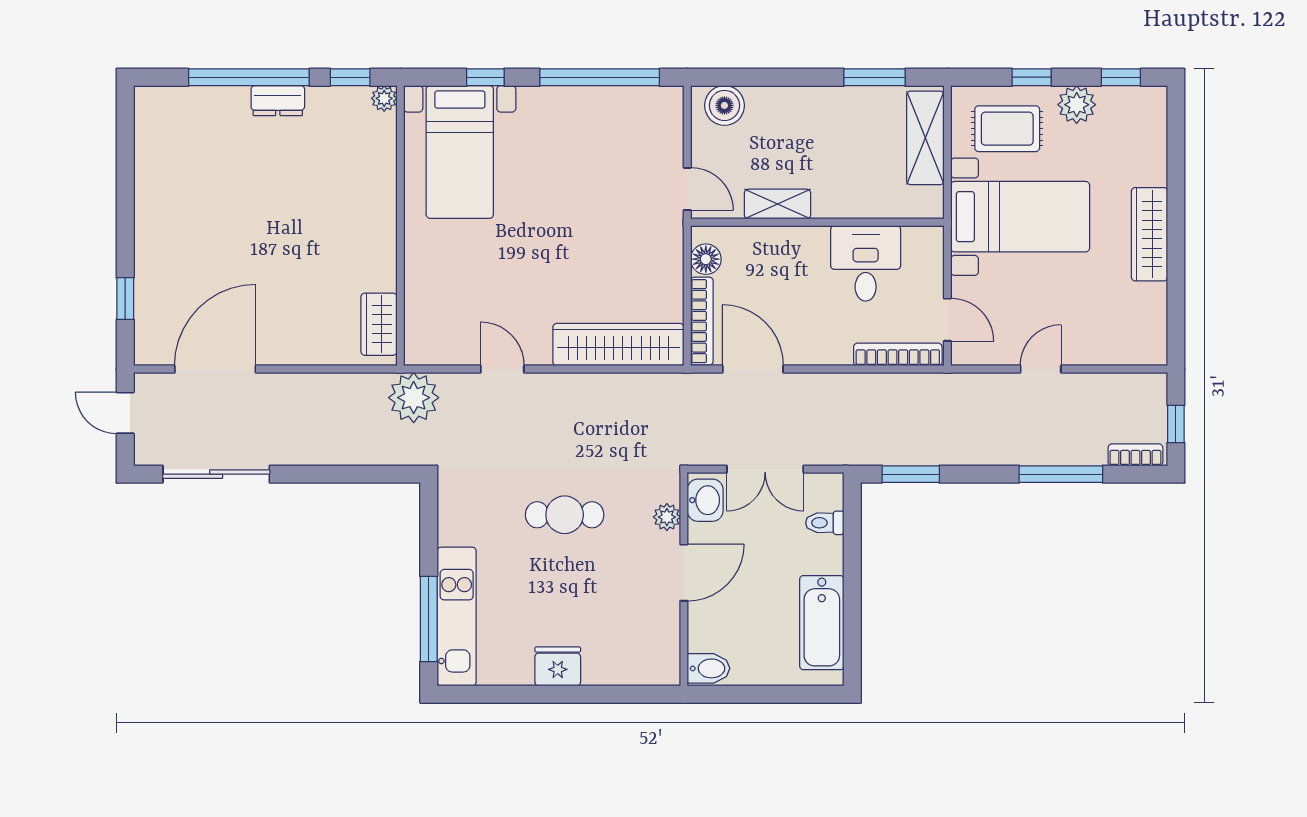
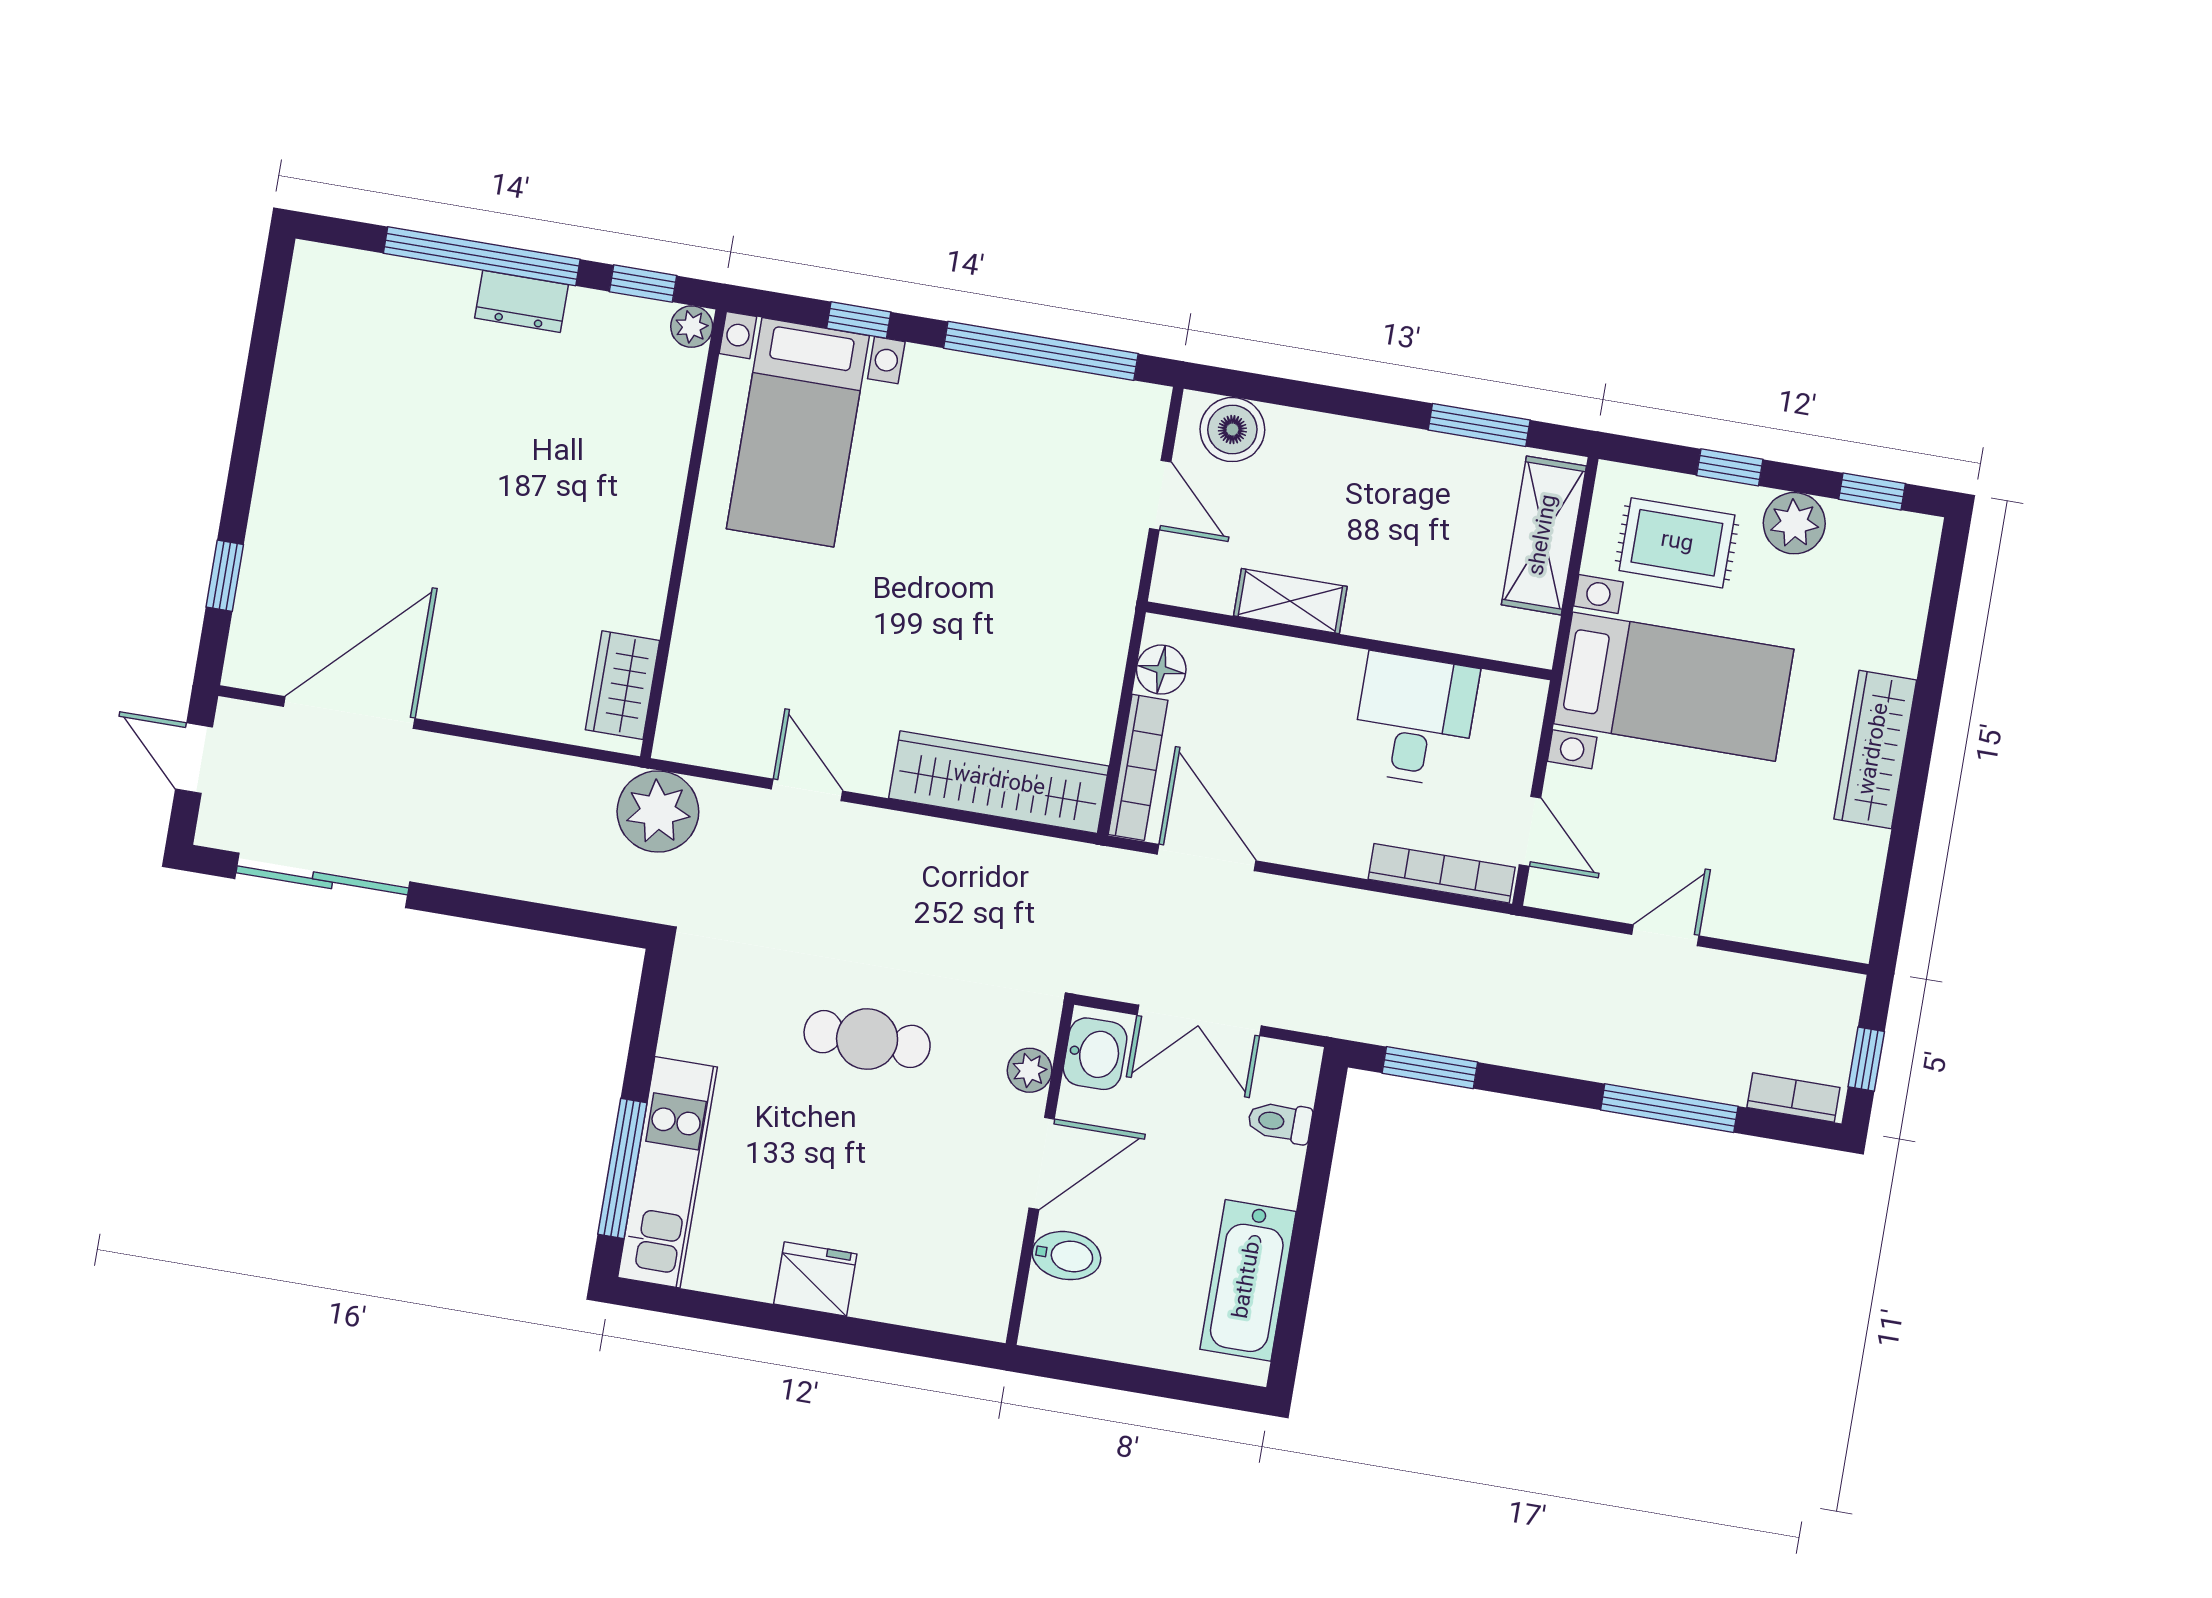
door: (687, 189) -> (1160, 495), moved
bidet: (709, 668) -> (1066, 1256), moved

